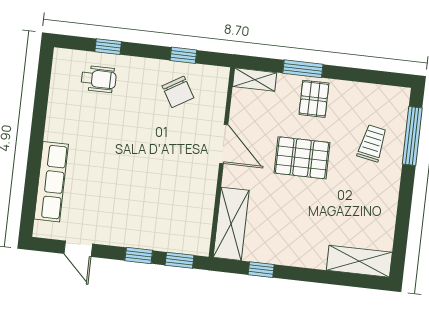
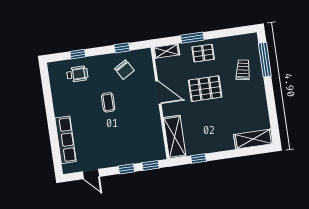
pallet: (314, 99) -> (203, 53), turned 90
coffee table: (137, 139) -> (108, 102), added

